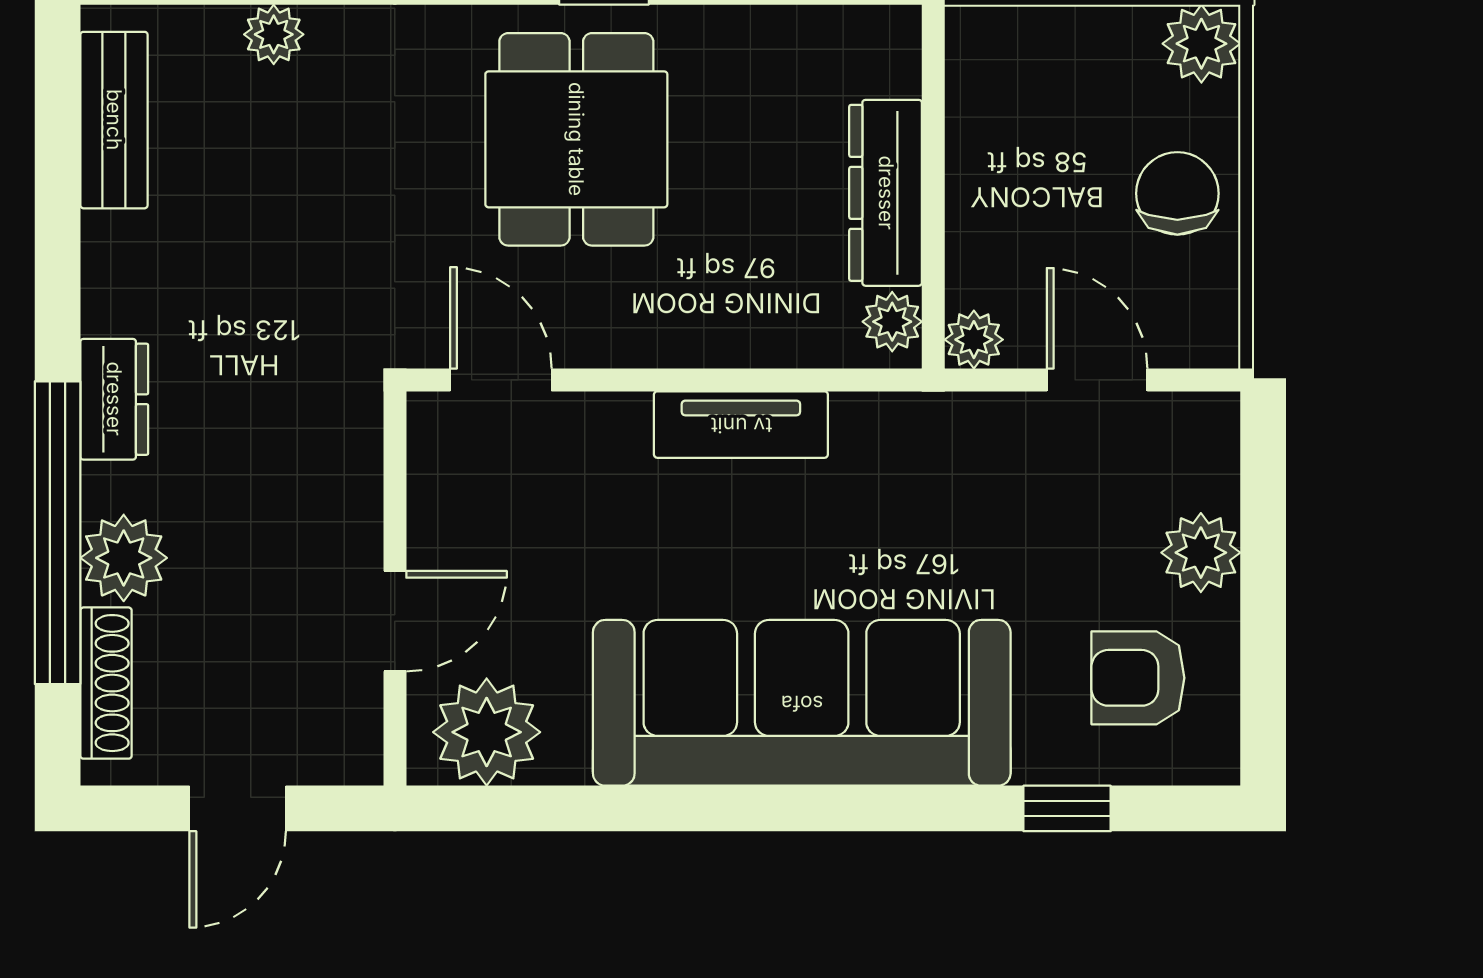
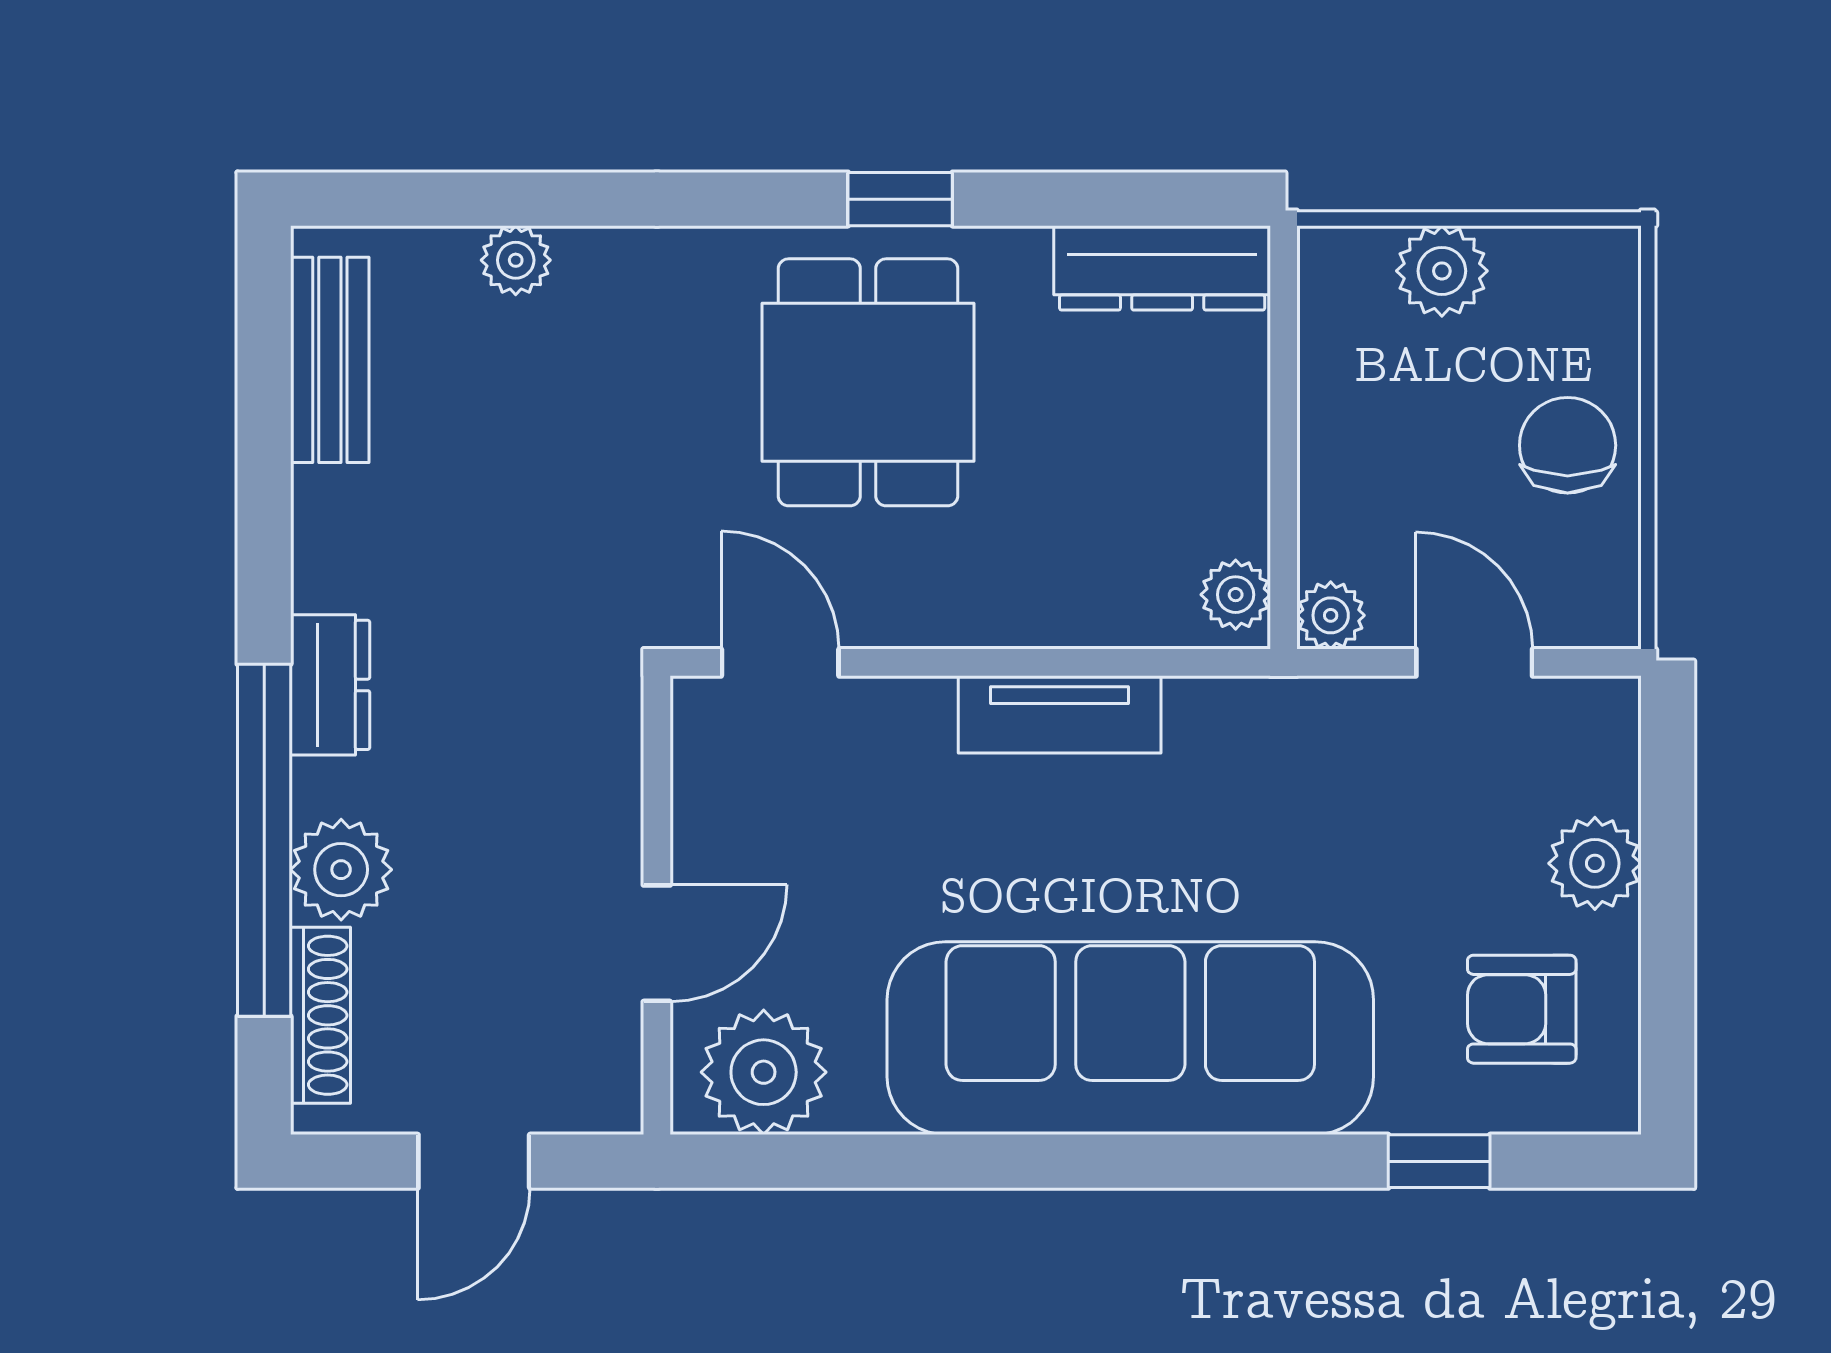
plant: (1201, 44) -> (1442, 271), moved
dresser: (886, 193) -> (1162, 268), moved, turned -90

